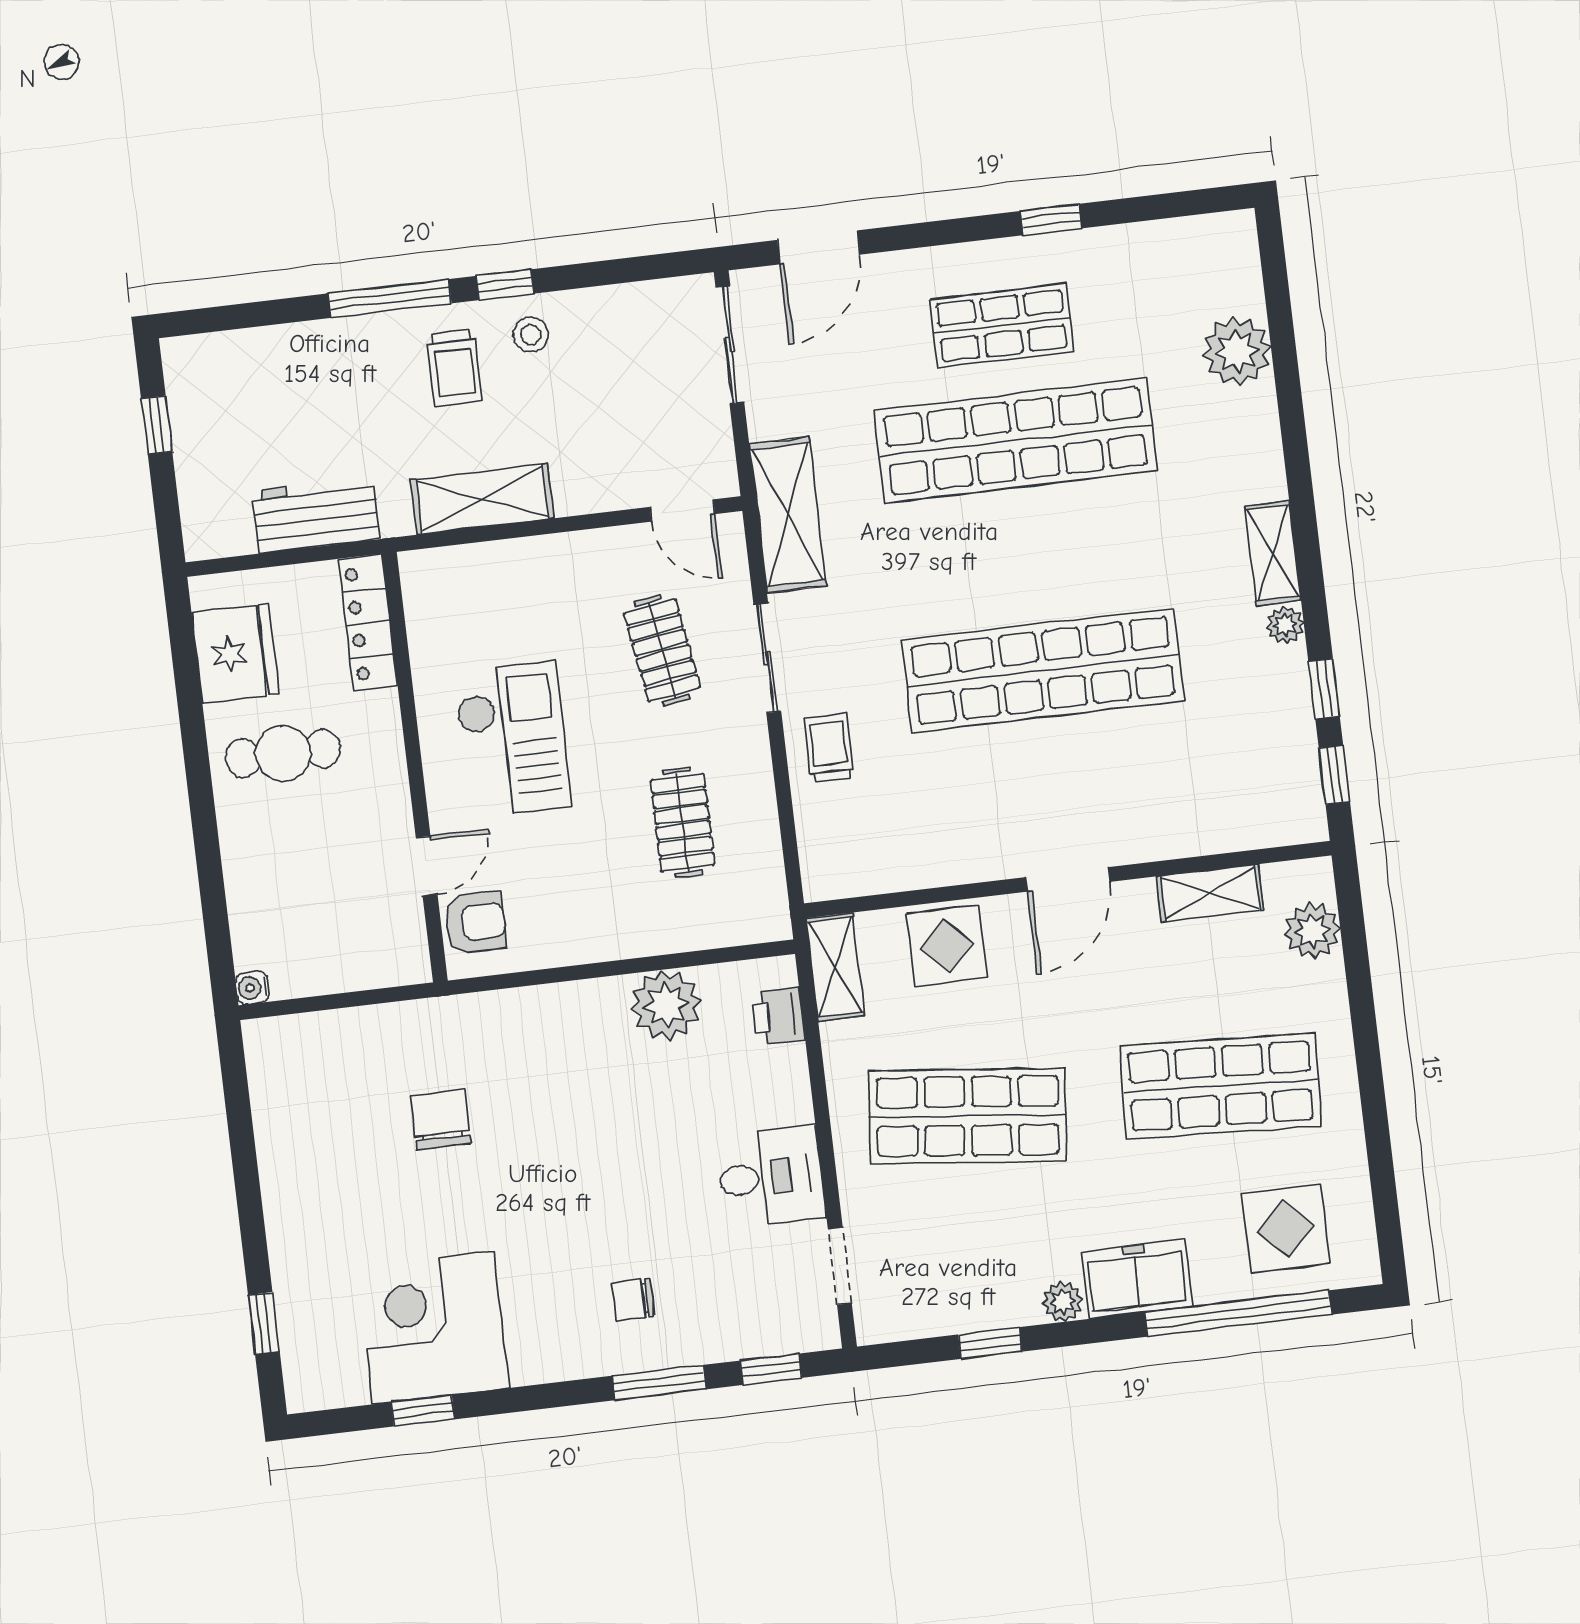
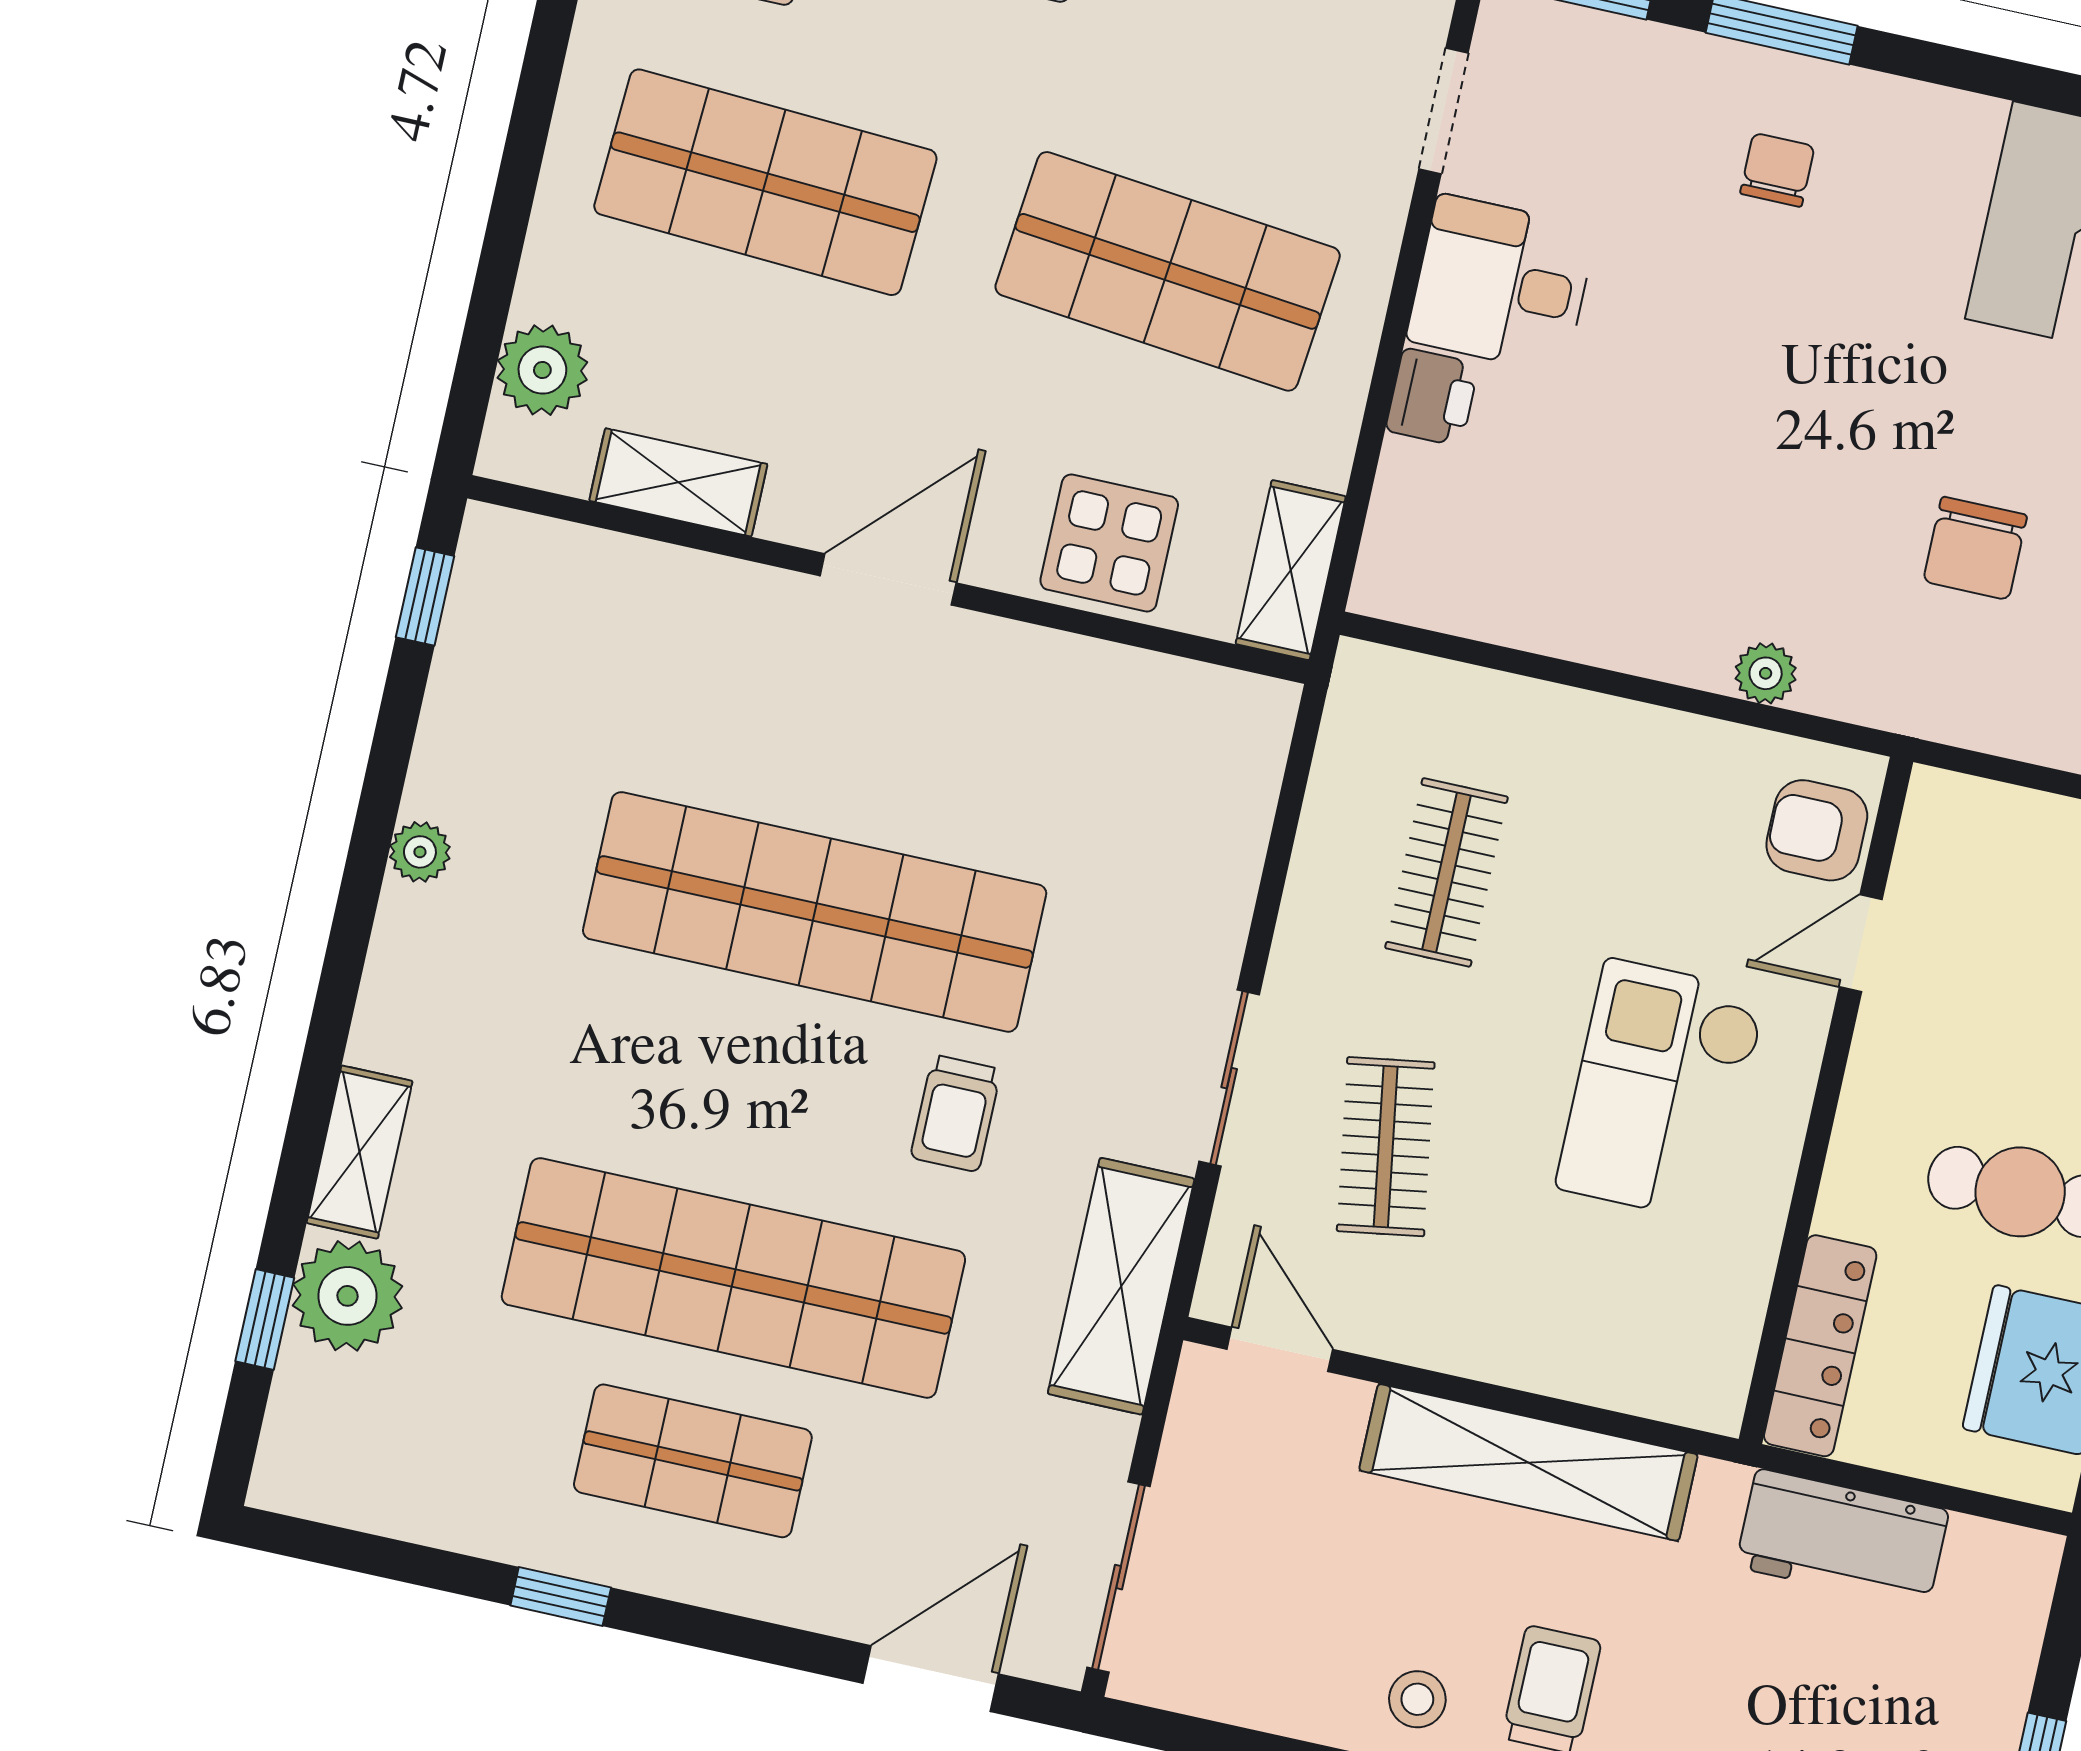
shelving: (482, 499) -> (1528, 1462), width x1.47
shelving: (1273, 553) -> (360, 1152), moved
window: (1324, 689) -> (265, 1319), moved
trolley: (829, 748) -> (956, 1113), moved
plant: (666, 1005) -> (1766, 673), moved, width x0.53, depth x0.53
printer: (778, 1016) -> (1432, 397), moved
chair: (633, 1300) -> (1777, 170), turned -90

